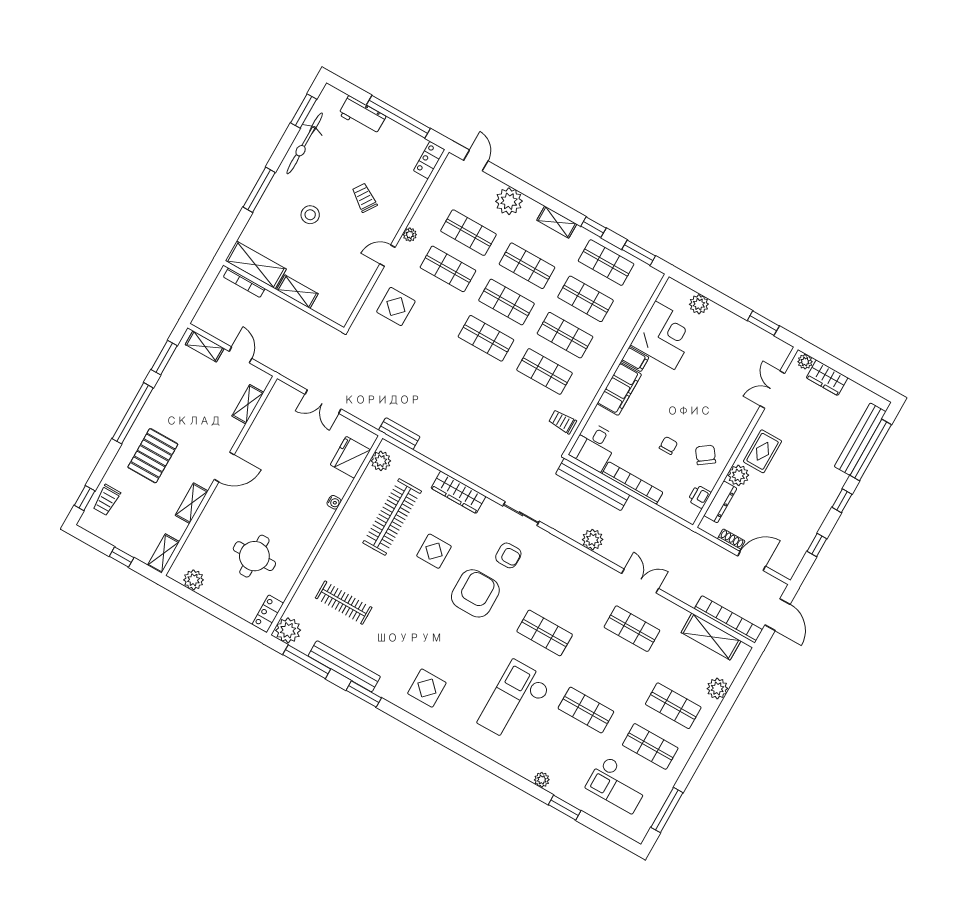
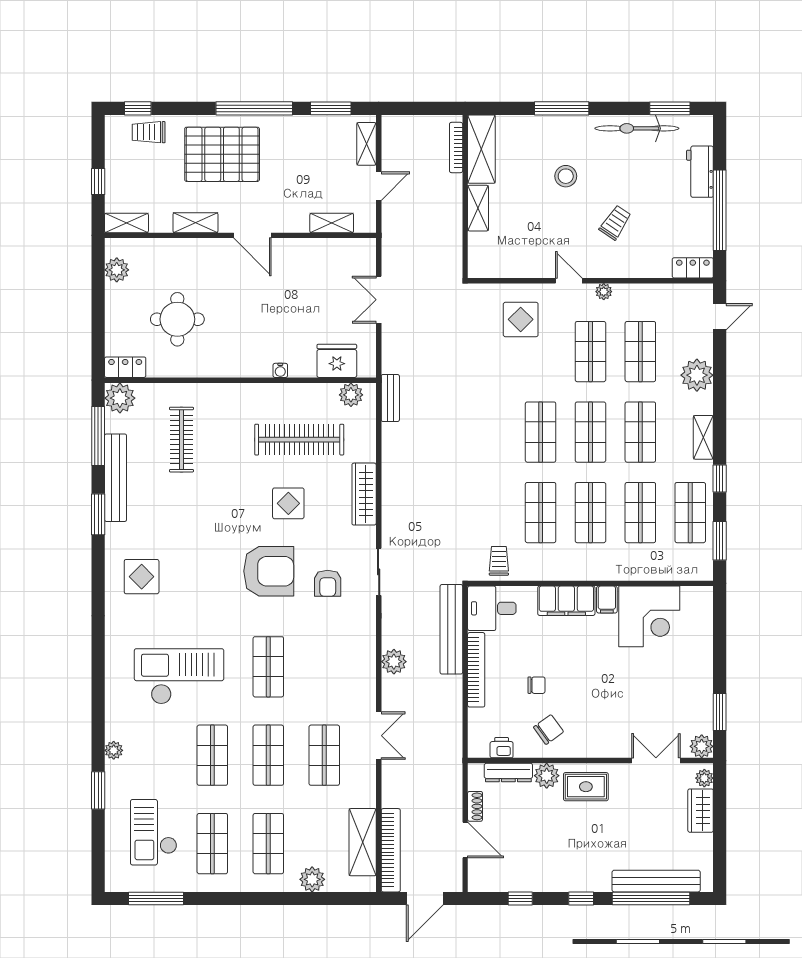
plant: (699, 304) -> (702, 746), moved
pallet: (153, 456) -> (222, 154), width x1.37, depth x1.41
shop shelf: (609, 669) -> (268, 755), added

